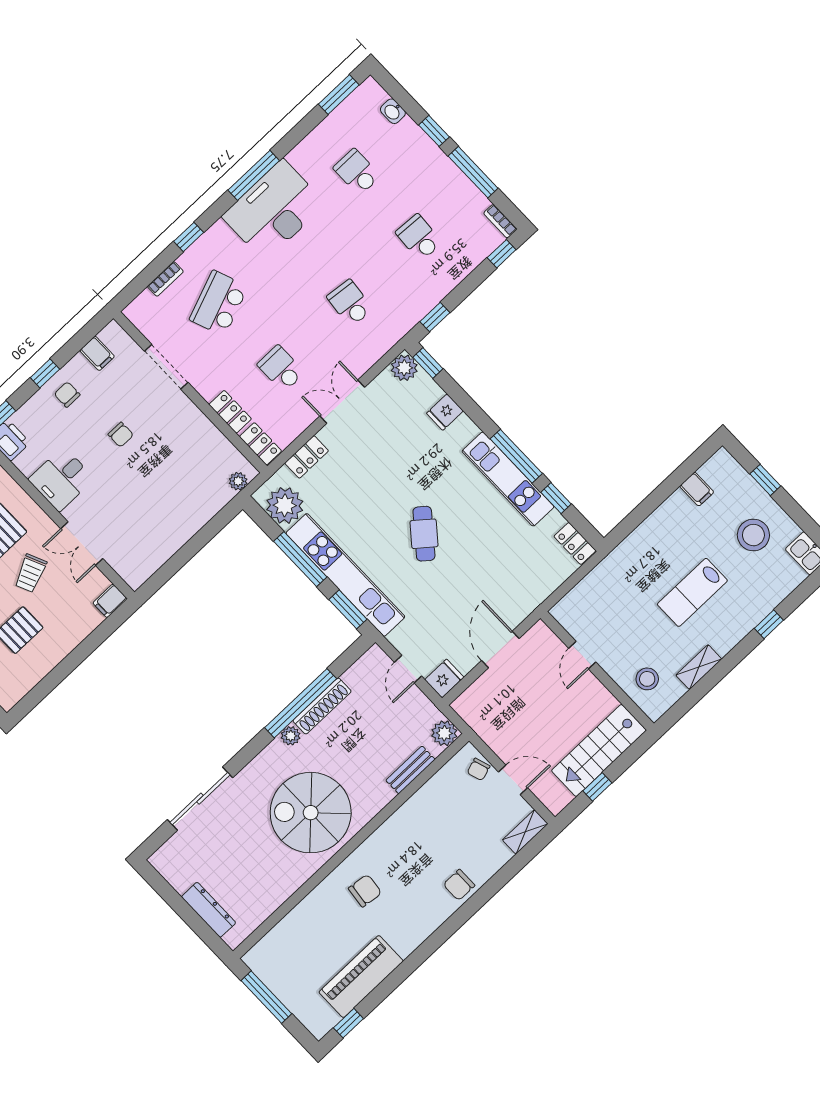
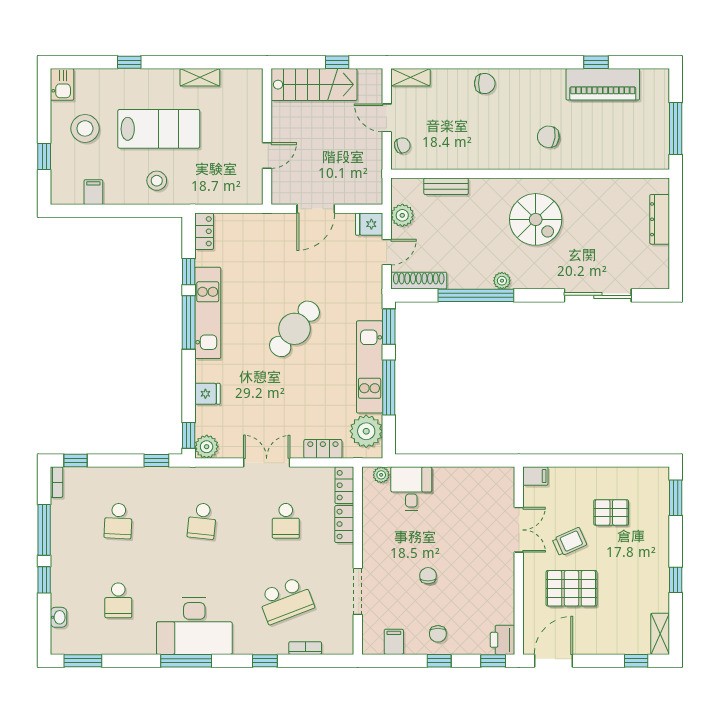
double door: (342, 402) -> (267, 463), swing flipped
desk: (61, 479) -> (411, 489), moved, turned -90
cafe table: (424, 534) -> (294, 329), width x1.37, depth x1.35
kitchen unit: (345, 575) -> (370, 367), width x0.73
lab bench: (692, 592) -> (159, 129), width x1.36, depth x1.39
stool: (647, 679) -> (157, 181), moved
shoe rack: (322, 706) -> (419, 281), moved
plant: (444, 733) -> (402, 215), moved
spiral stairs: (311, 813) -> (536, 219), width x0.73, depth x0.73
window: (348, 1023) -> (596, 62), moved

